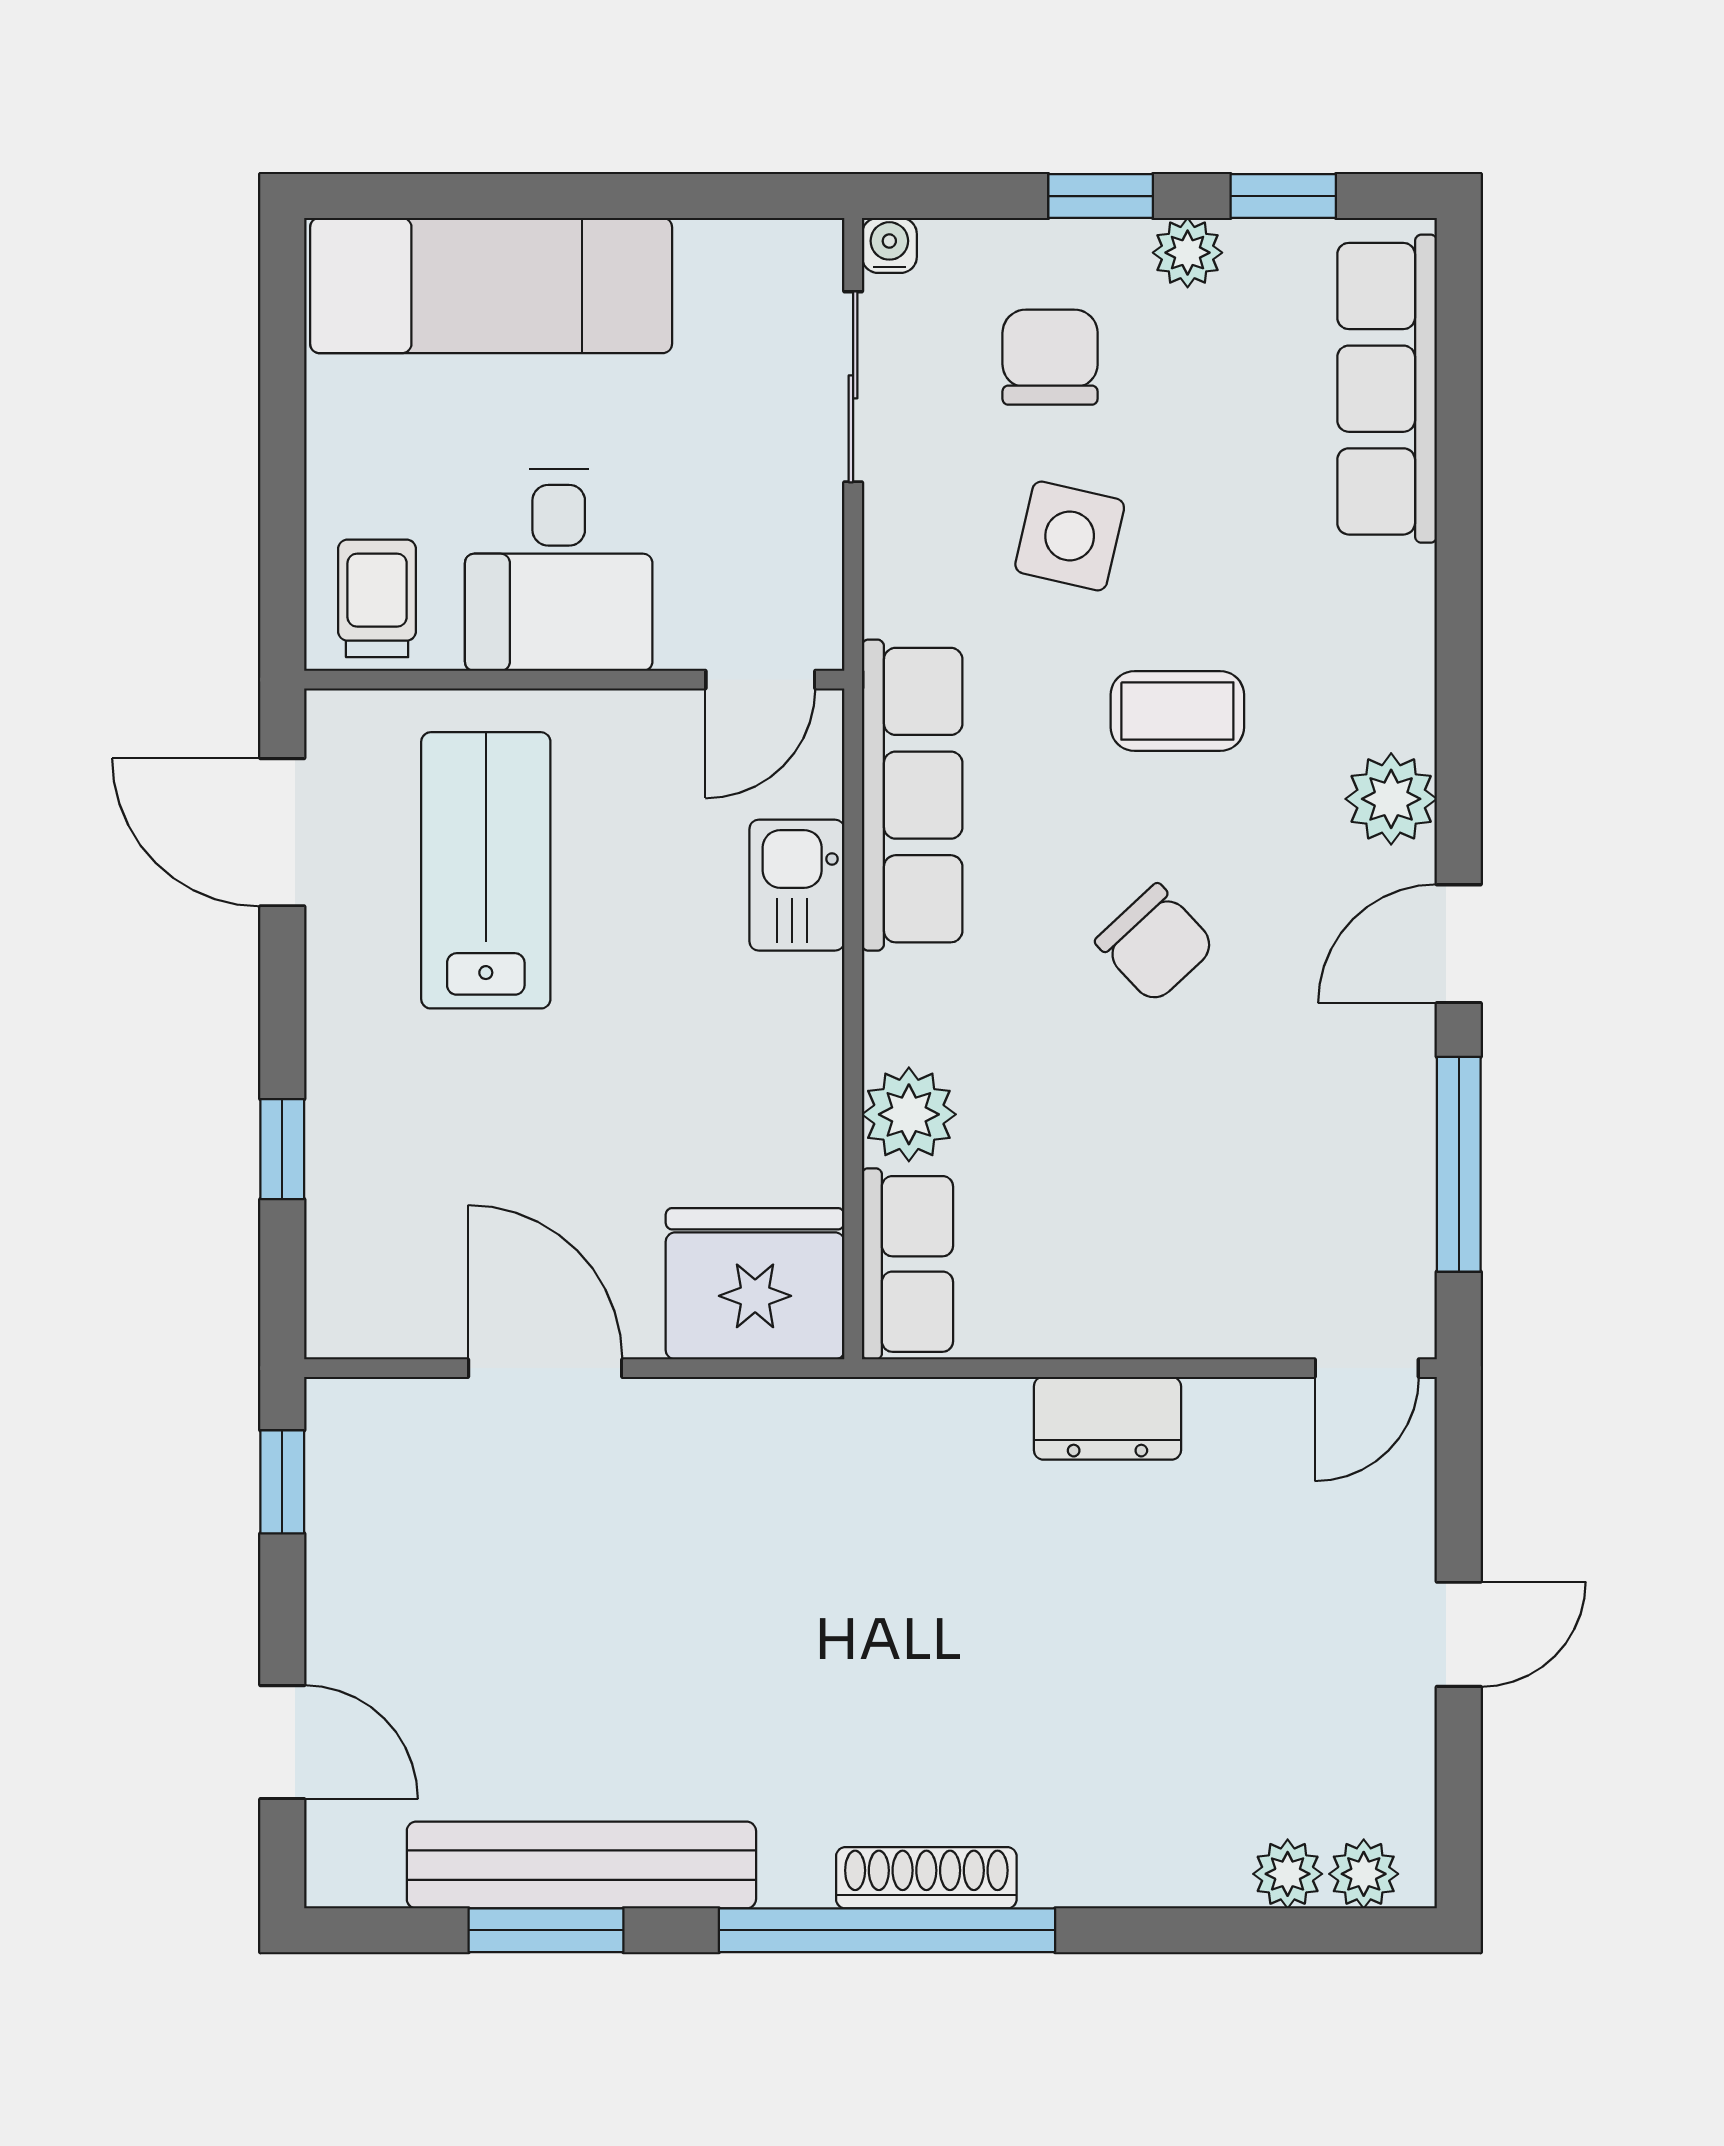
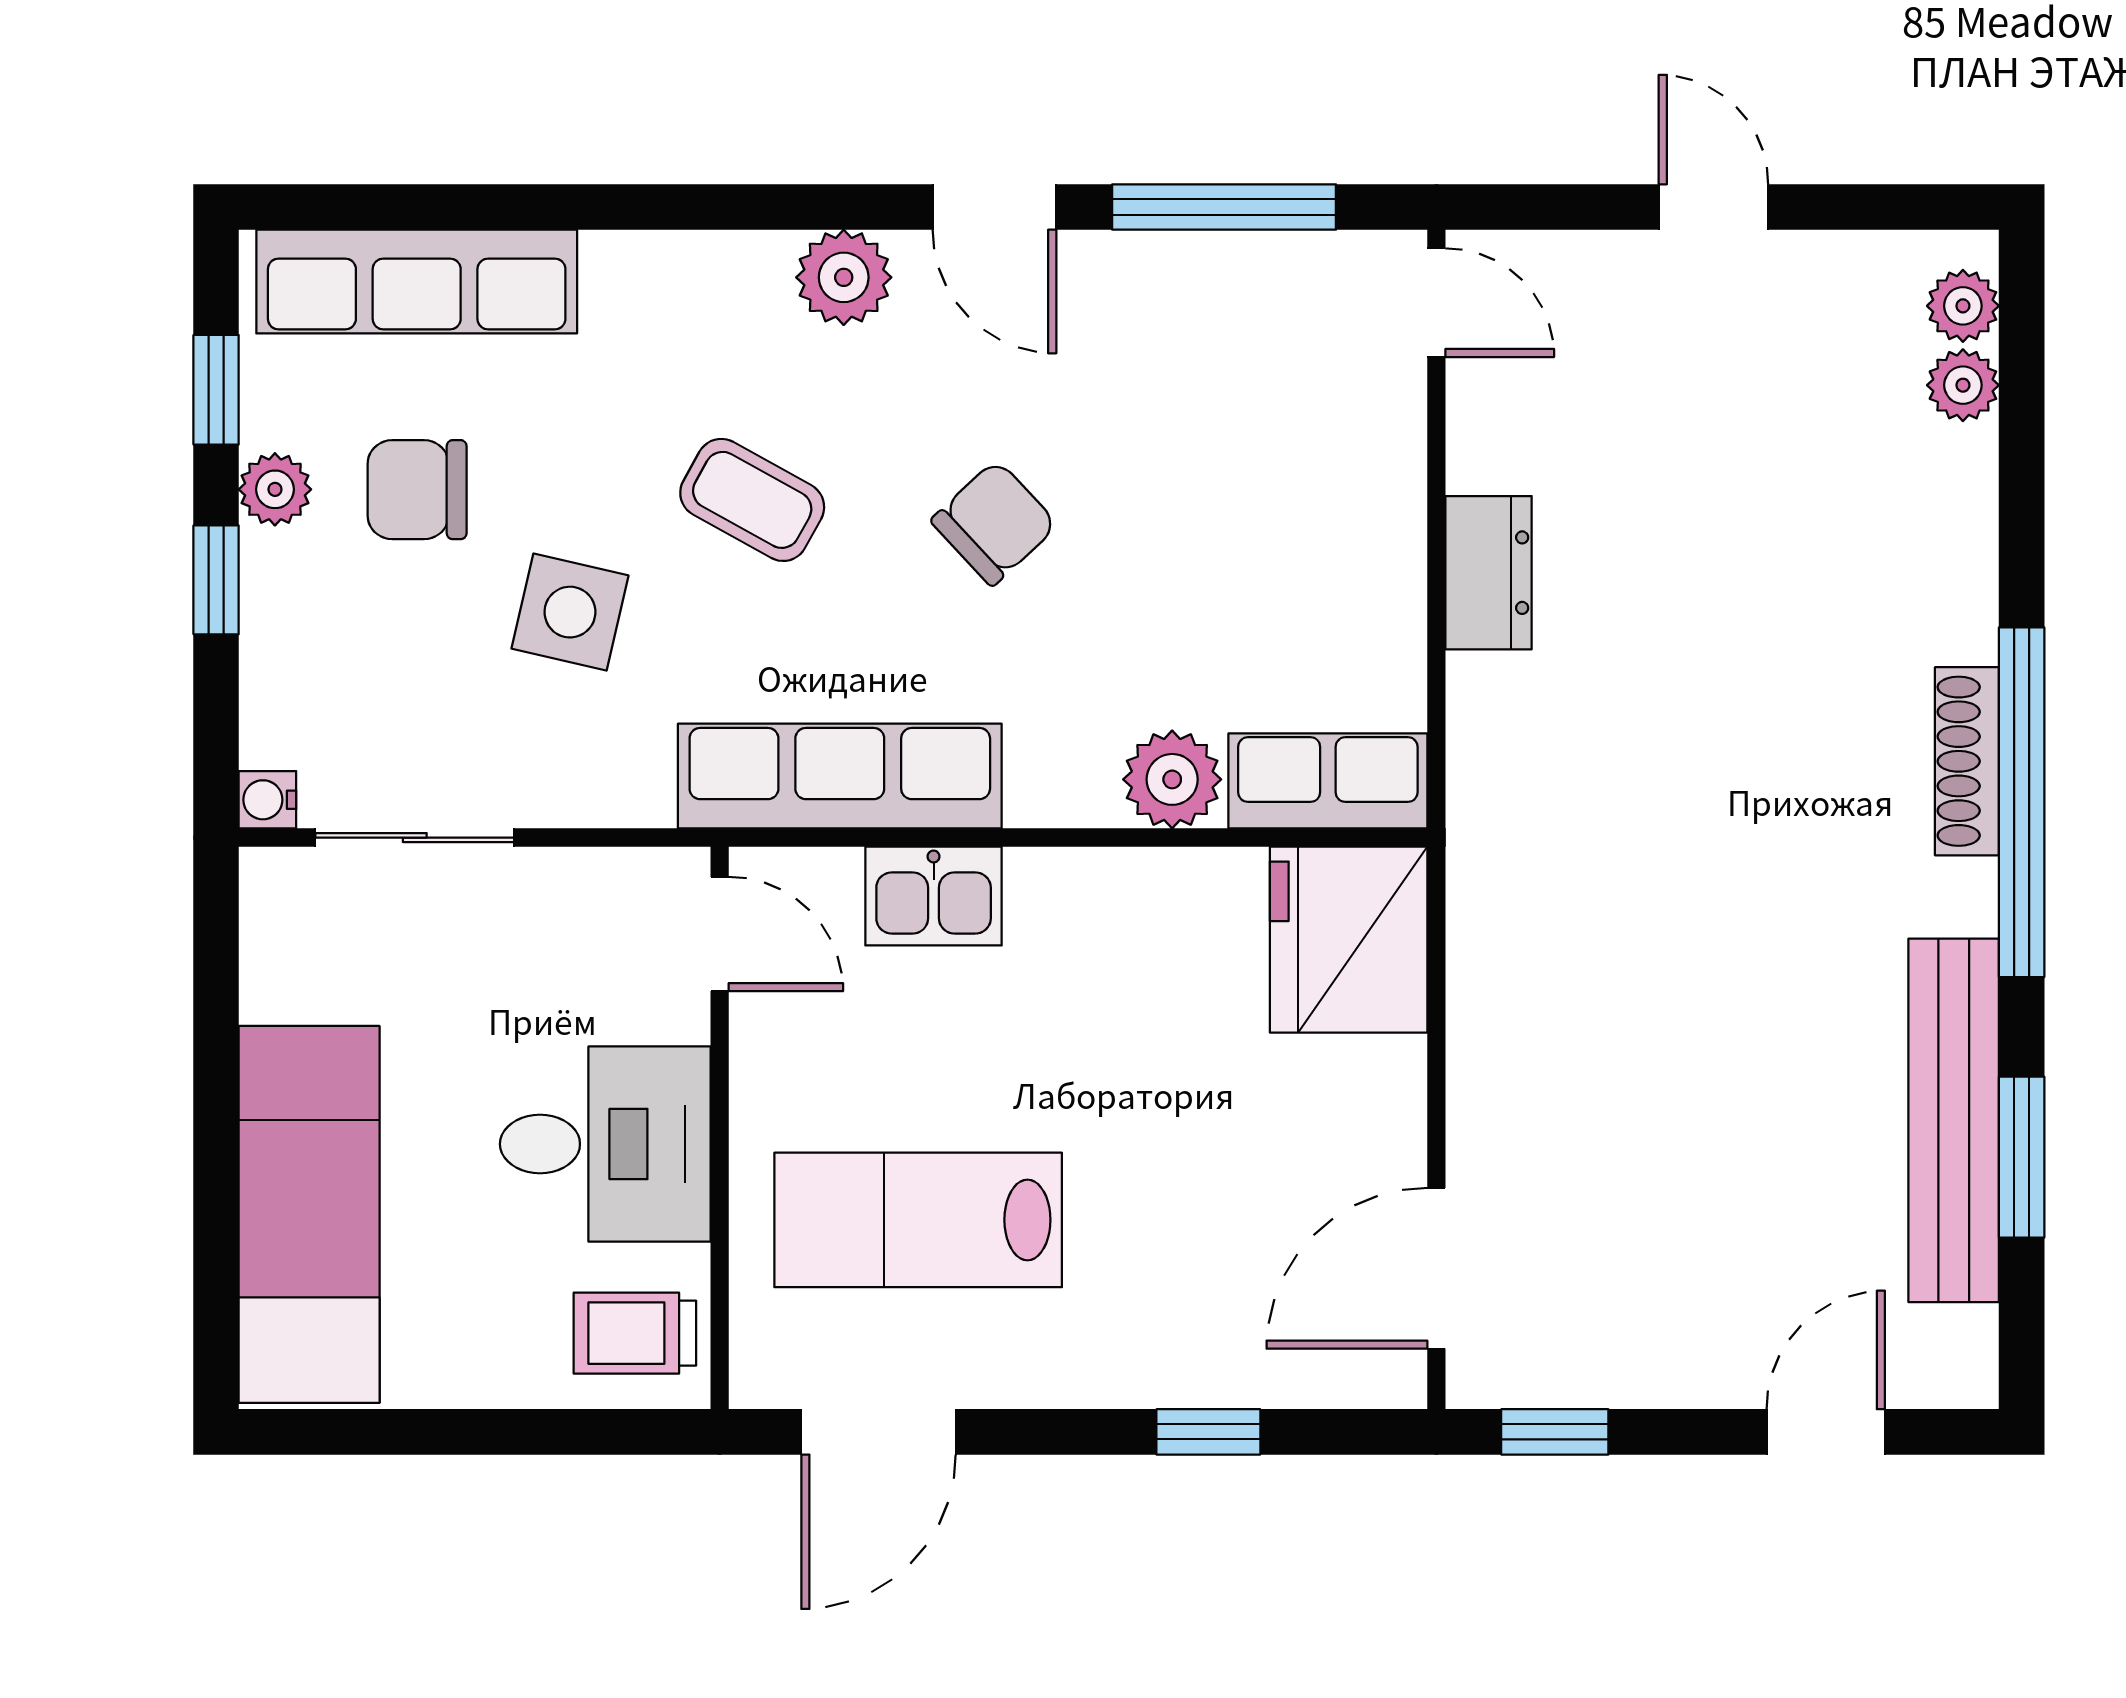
chair: (1050, 357) -> (417, 490), moved
coffee table: (1177, 711) -> (752, 500), turned -61
door: (545, 1368) -> (1436, 1268), moved

